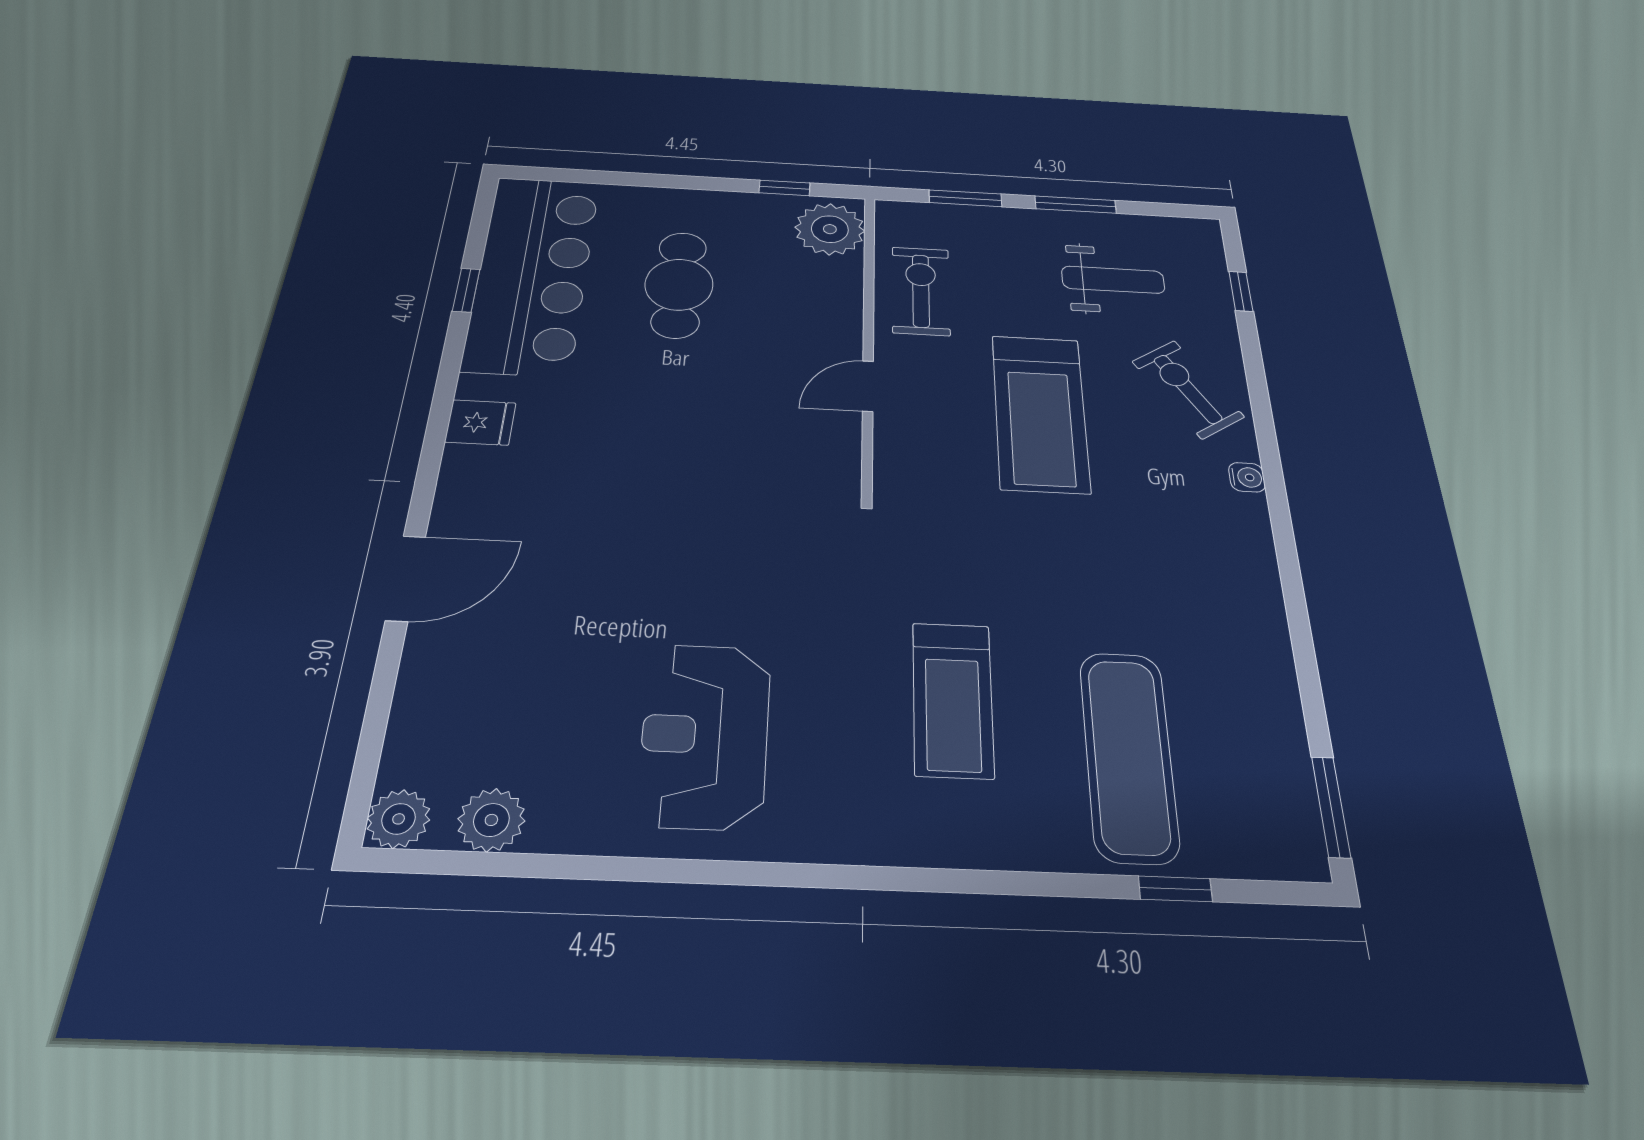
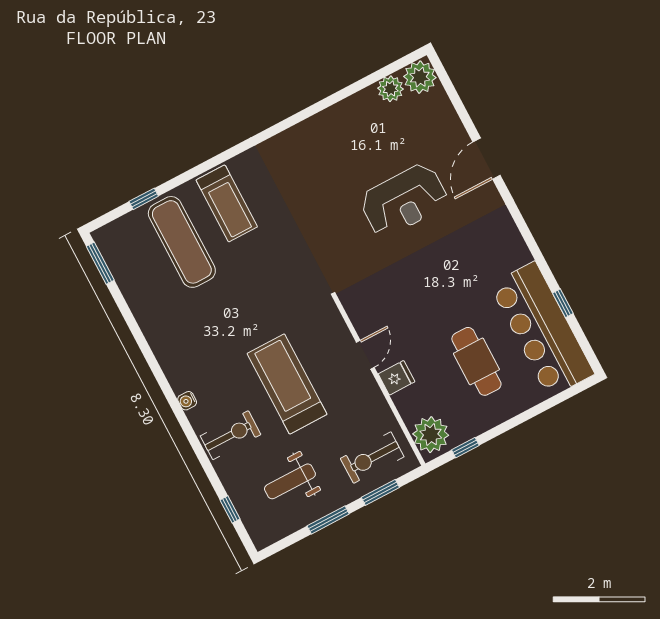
exercise bike: (921, 291) -> (372, 458), moved, turned 90
exercise bike: (1188, 389) -> (231, 435), turned -57
fridge: (480, 422) -> (397, 378), moved, turned 180
treadmill: (953, 699) -> (227, 203), moved, turned 180
reception desk: (705, 735) -> (404, 200), moved, turned 90
plant: (399, 819) -> (420, 77), width x1.36, depth x1.36

